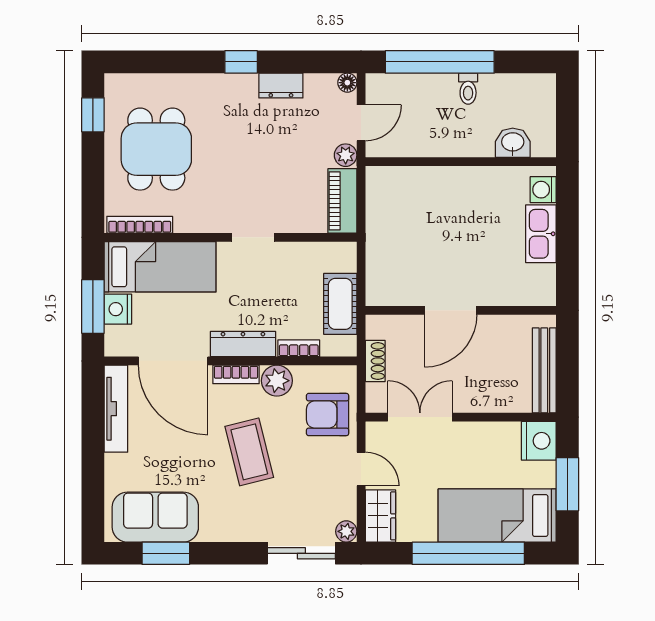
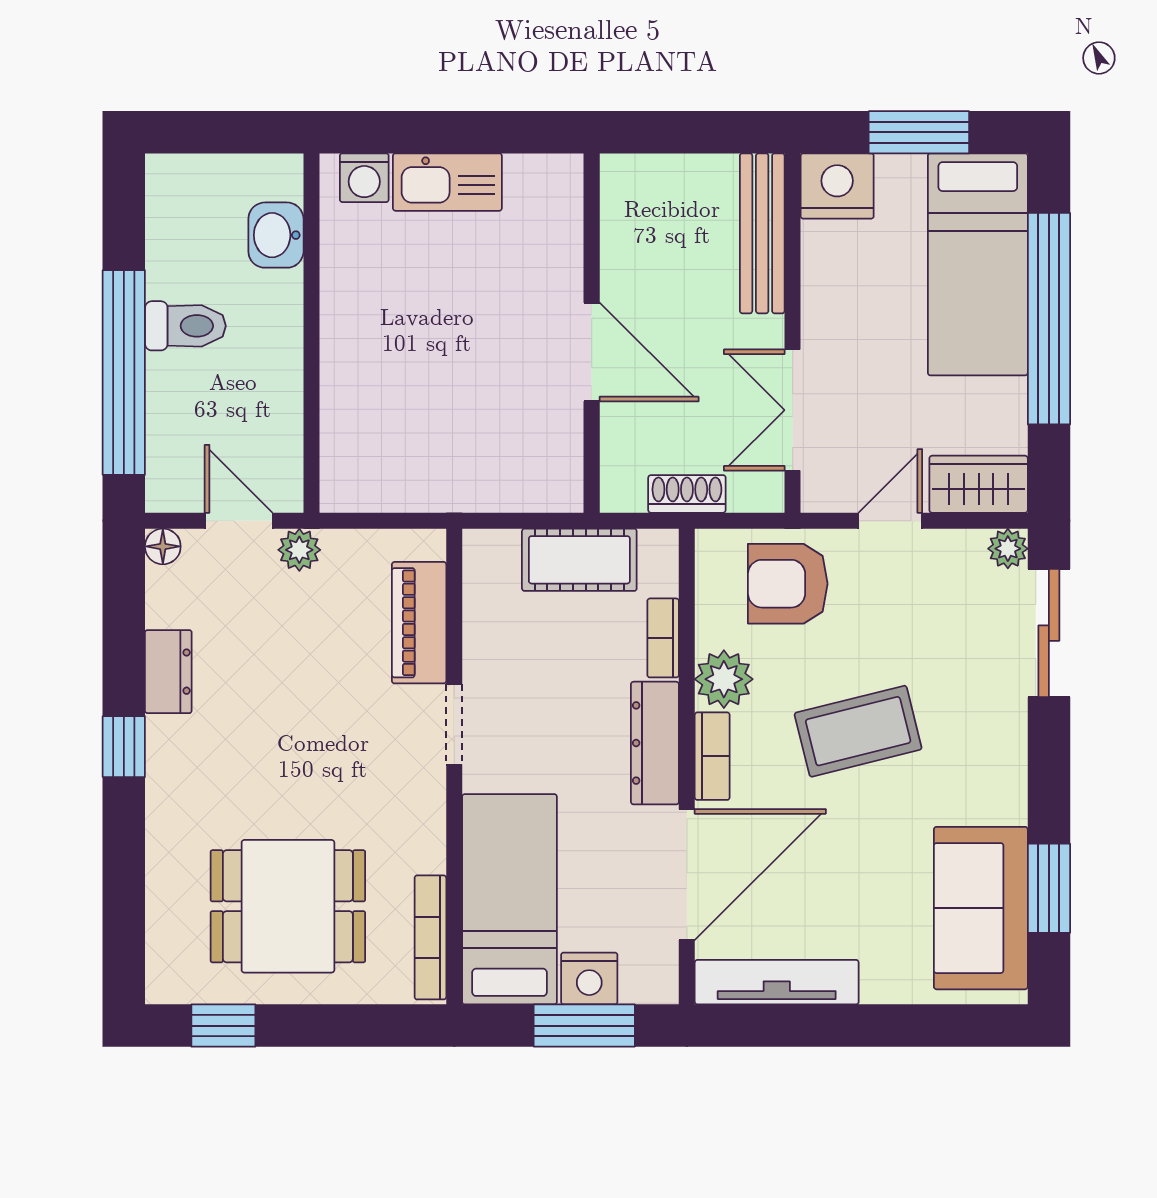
toilet: (468, 89) -> (185, 326), width x1.37, depth x1.39
piano: (342, 201) -> (419, 623), moved, turned 90
bench: (544, 370) -> (762, 233), moved, turned 90
armchair: (328, 415) -> (788, 584), turned 90

